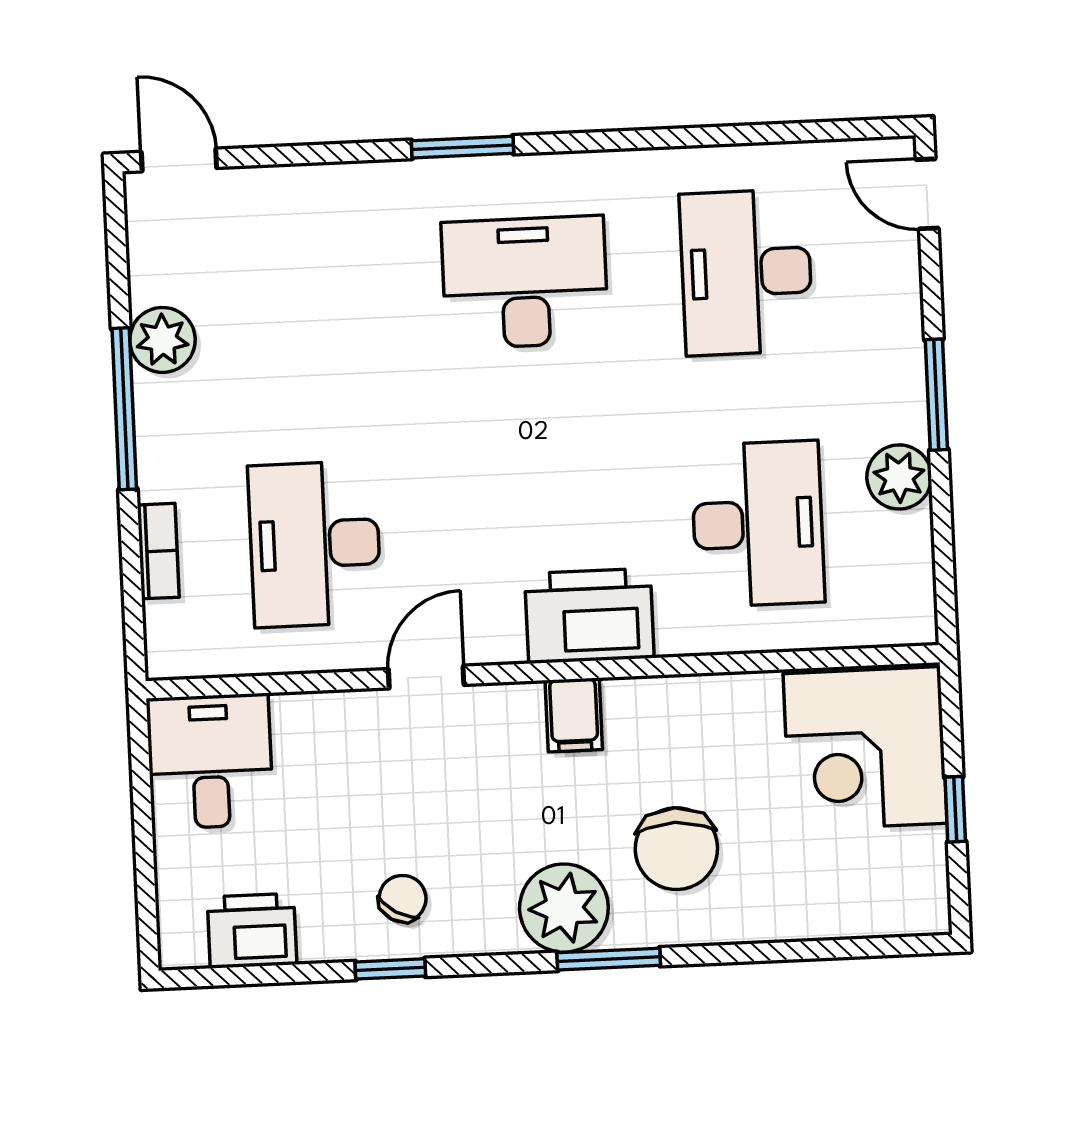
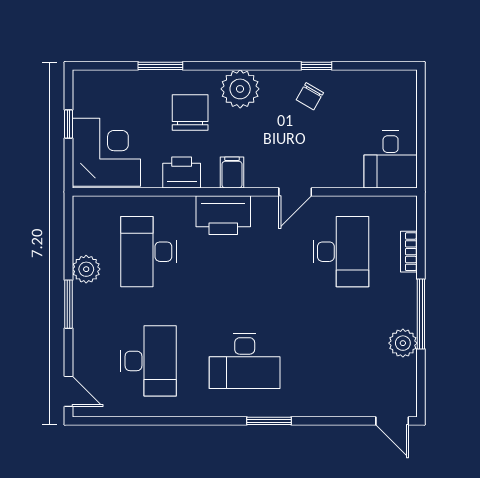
printer: (252, 931) -> (182, 172), moved, turned 180
window: (609, 959) -> (160, 66), moved

